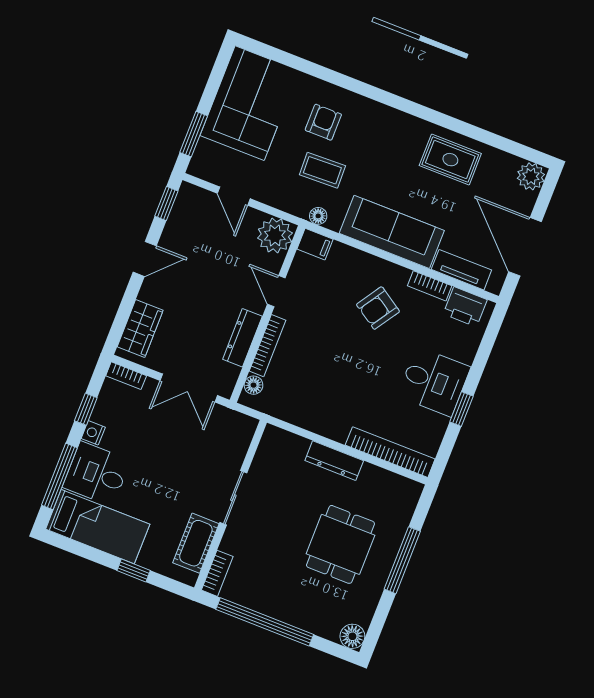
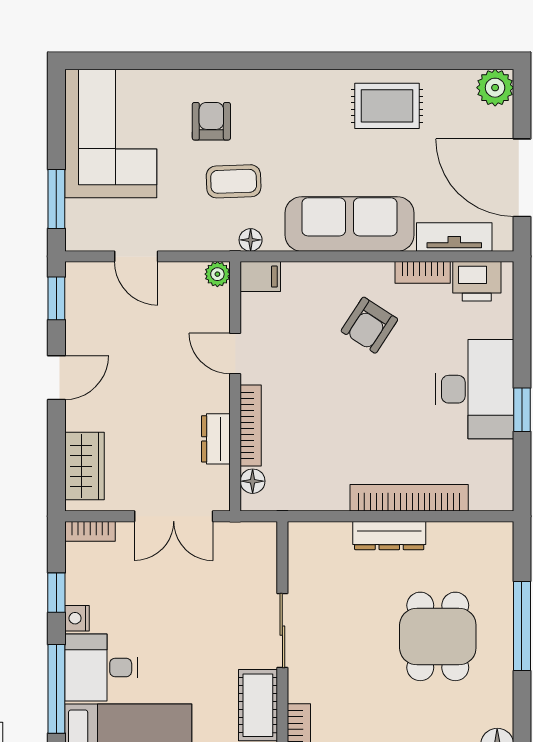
plant: (275, 235) -> (217, 274), width x0.53, depth x0.53
dresser: (242, 338) -> (216, 439), width x0.70
desk: (434, 382) -> (474, 389), width x1.37
bookcase: (390, 452) -> (409, 498), moved

